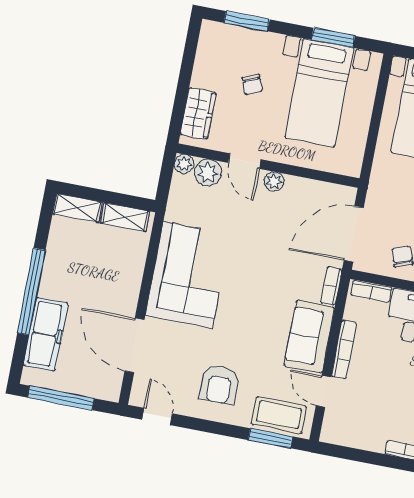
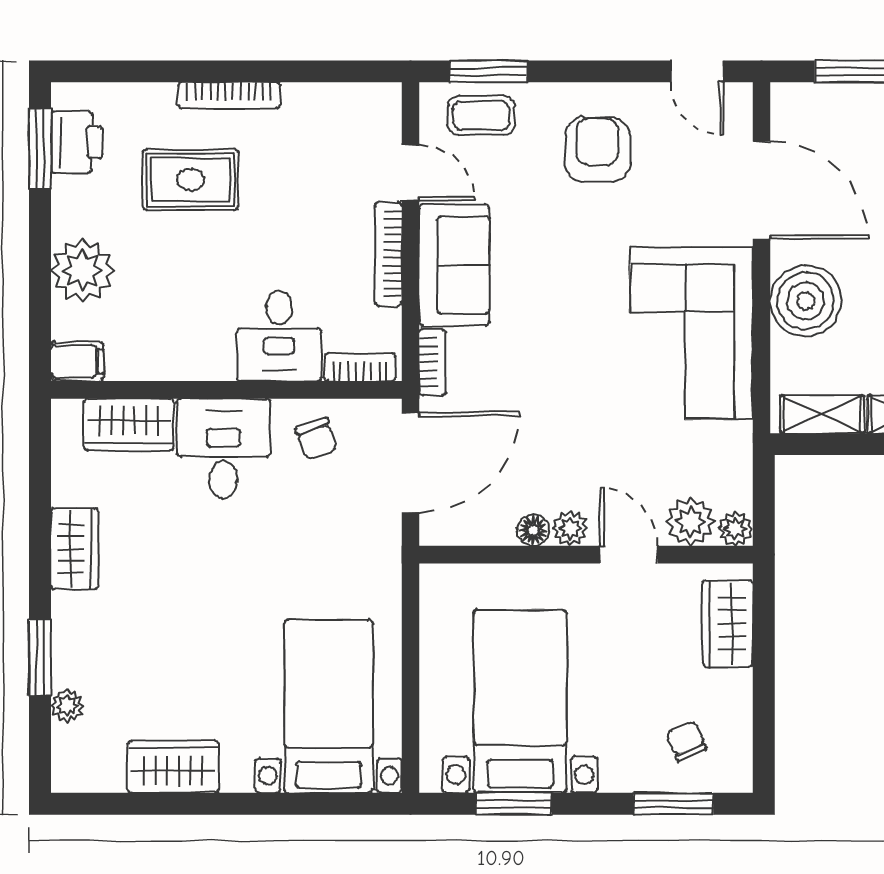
chair: (252, 84) -> (686, 741), moved
floor lamp: (294, 184) -> (533, 530), added
boiler: (122, 280) -> (806, 301), added
coffee table: (279, 415) -> (481, 116), width x0.73, depth x0.77

